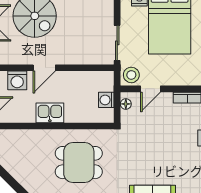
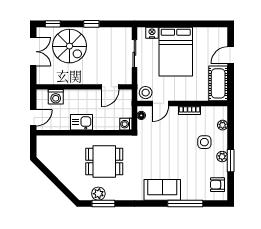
sliding door: (117, 43) -> (134, 54), moved
door: (44, 68) -> (110, 87), moved
washing machine: (106, 100) -> (126, 124), moved

